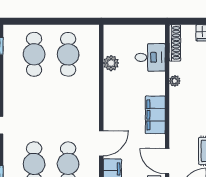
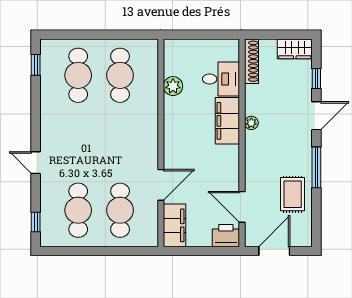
plant: (175, 81) -> (251, 123), moved
filing cabinet: (155, 115) -> (227, 121), moved

